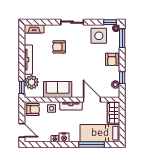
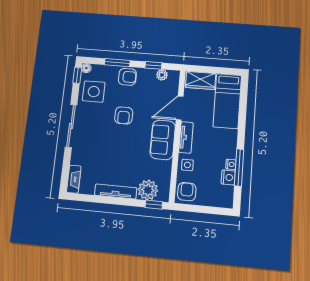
sliding door: (72, 22) -> (71, 126), width x1.37
window: (122, 38) -> (117, 63), moved
armchair: (59, 47) -> (124, 115), moved
sofa: (58, 89) -> (163, 140), moved
door: (22, 130) -> (216, 211), removed
nightstand: (64, 137) -> (228, 177), moved
window: (91, 145) -> (239, 167), moved

